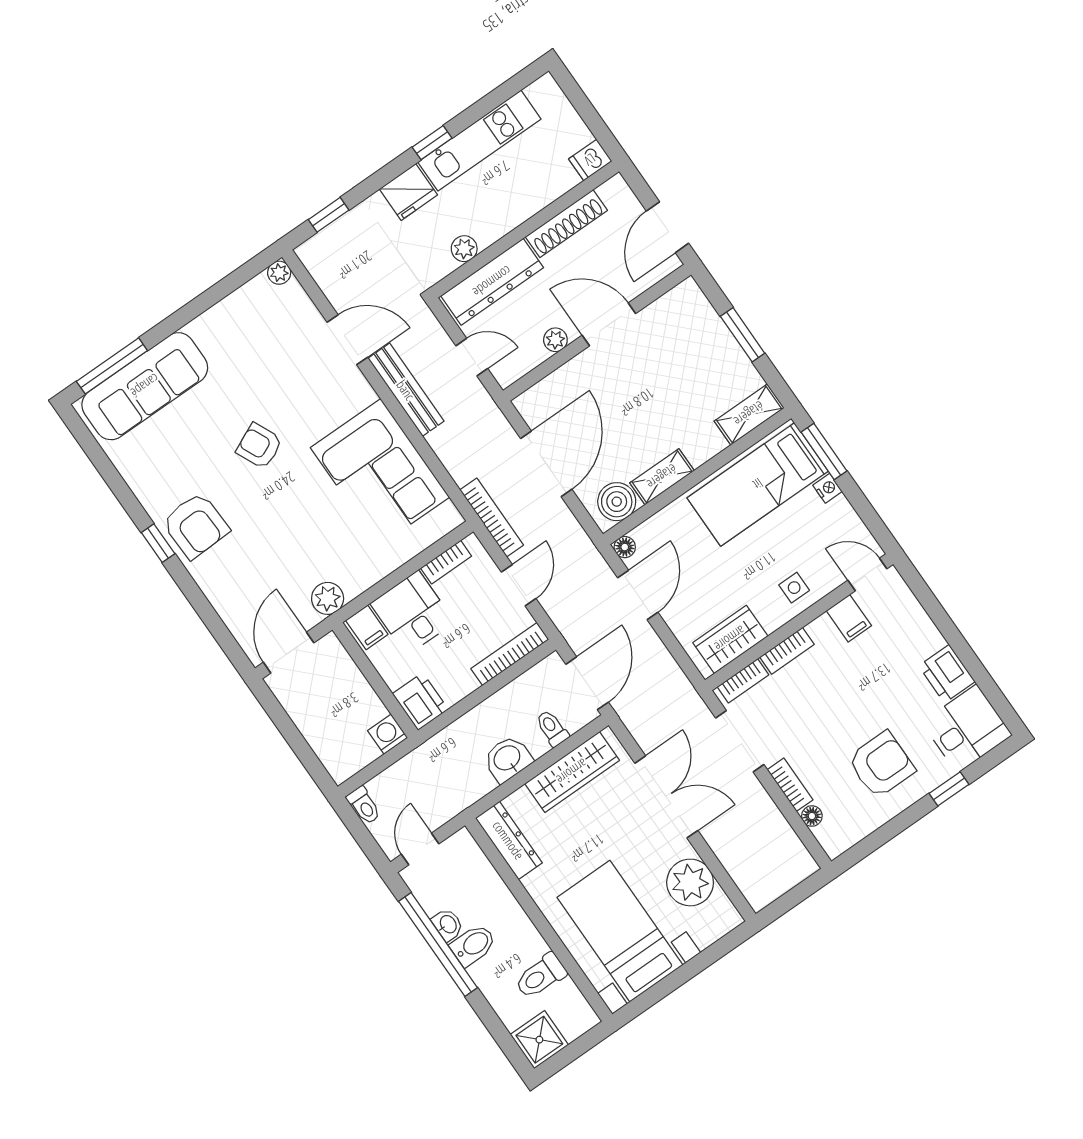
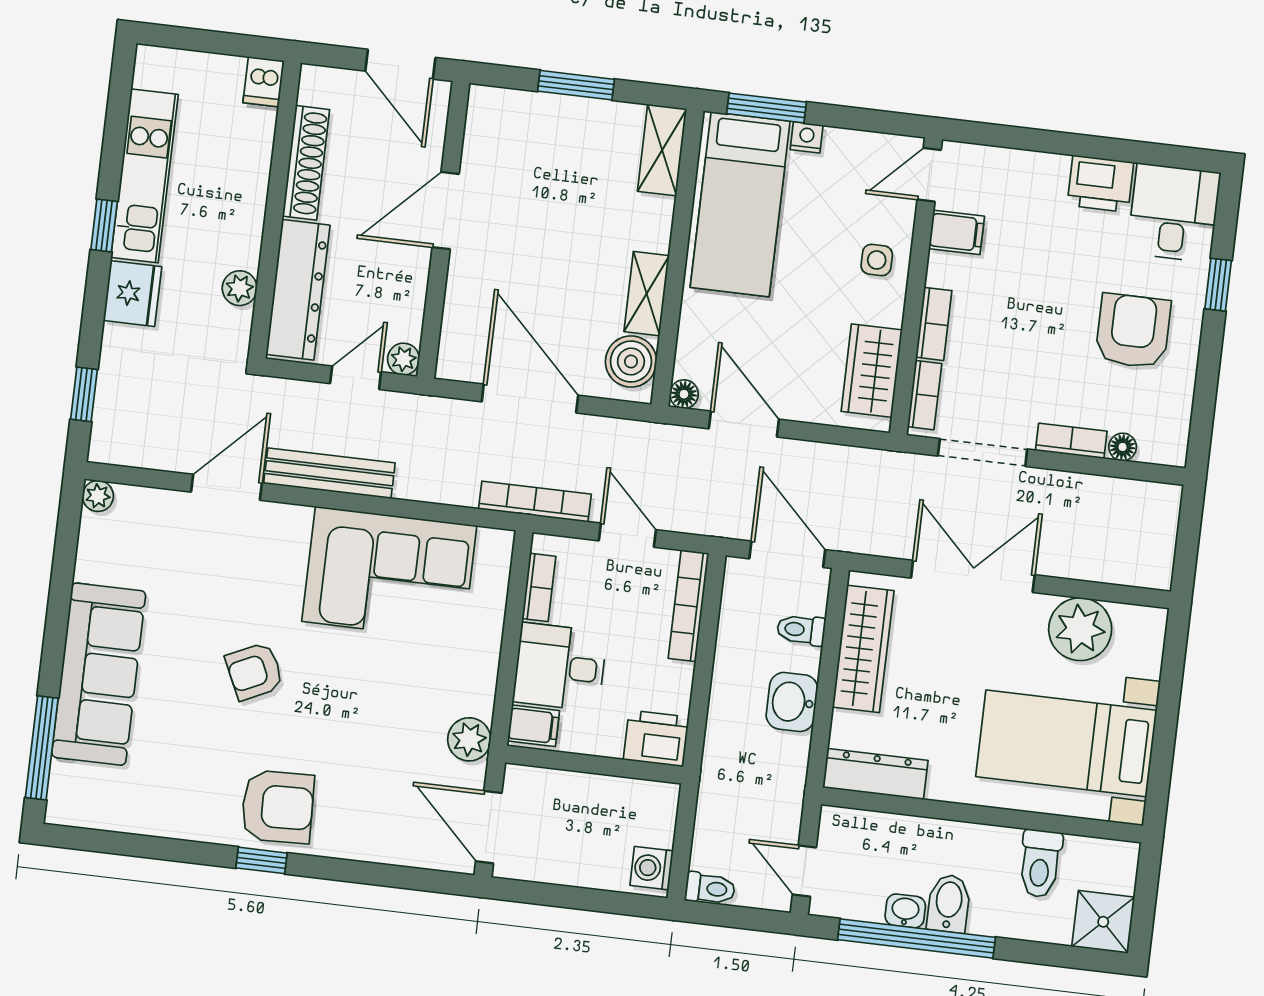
plant: (555, 340) -> (403, 359), moved
sofa: (145, 386) -> (99, 674), moved
washing machine: (388, 734) -> (652, 868), moved

